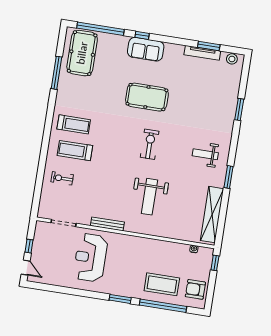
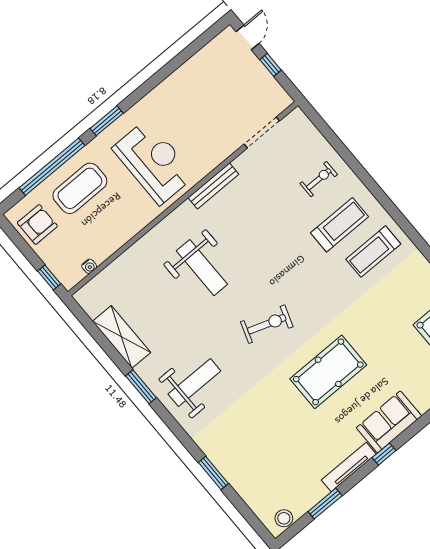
window: (142, 35) -> (384, 454), moved
tv unit: (202, 53) -> (349, 467), moved
exercise bike: (150, 144) -> (267, 324), turned -71
weight bench: (205, 154) -> (194, 382), width x1.36, depth x1.33
weight bench: (149, 197) -> (202, 268), turned 180
shelving: (212, 215) -> (122, 337), width x0.68
reception desk: (90, 258) -> (154, 162), moved
door: (26, 268) -> (248, 37), swing flipped

